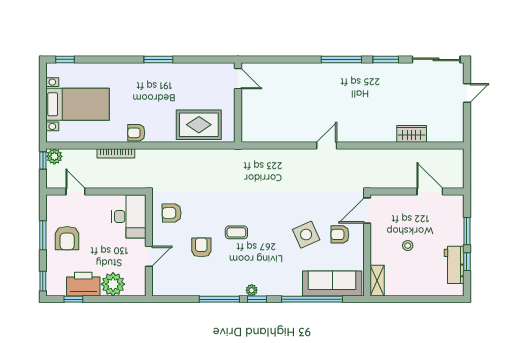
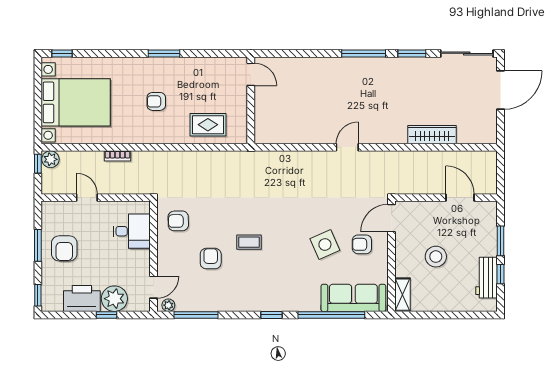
door: (467, 93) -> (500, 90), width x1.88
bed with nightstands: (78, 104) -> (76, 102), width x1.36
rug: (199, 125) -> (208, 125), width x0.73, depth x0.70
armchair: (136, 133) -> (156, 101), moved
wardrobe: (412, 134) -> (432, 135), width x1.50
bookcase: (116, 153) -> (118, 156), width x0.64
door: (75, 192) -> (87, 198), moved
desk: (129, 216) -> (132, 231), width x0.73
stool: (408, 246) -> (436, 257), width x1.89, depth x1.89
door: (149, 256) -> (154, 287), moved
plant: (252, 290) -> (168, 305), moved
window: (73, 299) -> (106, 315), moved
window: (219, 299) -> (196, 315), moved

